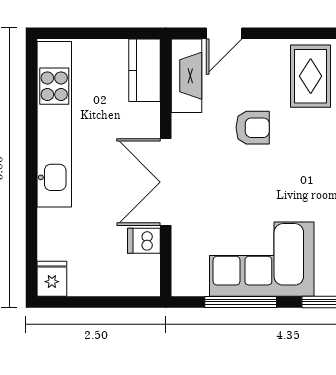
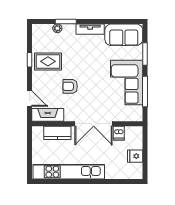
window: (315, 33) -> (30, 60), added
kitchen counter: (145, 70) -> (57, 133), moved
armchair: (253, 128) -> (70, 86), turned -90
fridge: (52, 279) -> (135, 156), moved

